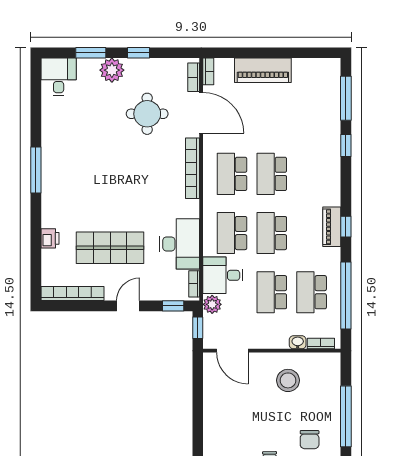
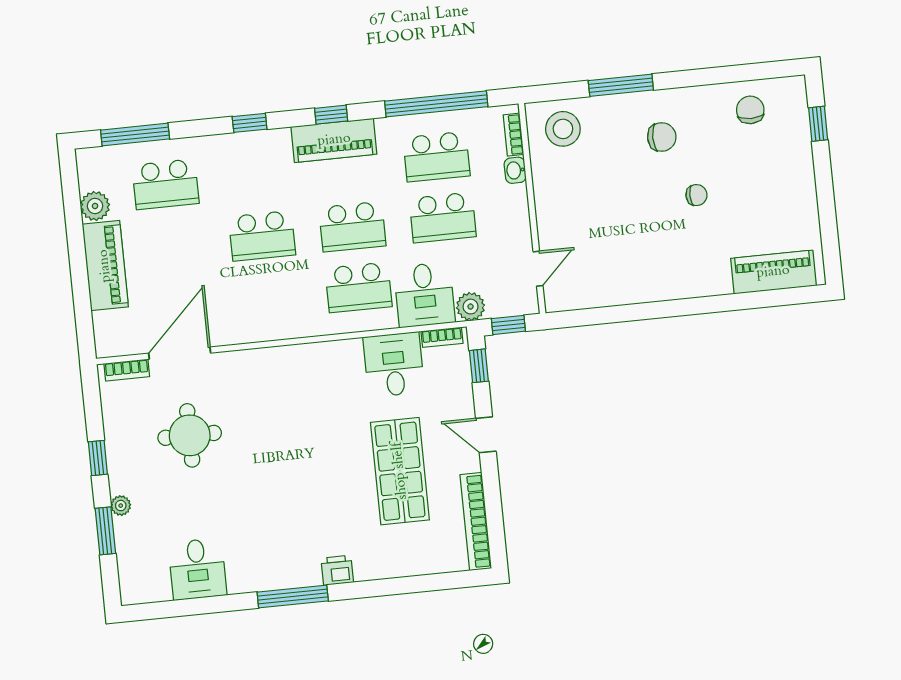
plant: (302, 67) -> (95, 206), added
plant: (112, 70) -> (121, 506), width x0.53, depth x0.53
bookcase: (208, 71) -> (115, 349), removed
desk: (59, 77) -> (197, 569), moved, turned -90
window: (346, 146) -> (250, 123), moved
bookcase: (193, 168) -> (266, 358), removed
school desk: (232, 174) -> (166, 184), moved
piano: (332, 227) -> (334, 140), width x1.37, depth x1.33
printer: (50, 238) -> (337, 570), moved
desk: (180, 244) -> (394, 365), width x0.73
door: (232, 351) -> (538, 269), width x0.73
stool: (288, 380) -> (563, 129), moved
window: (346, 416) -> (621, 85), width x0.68

